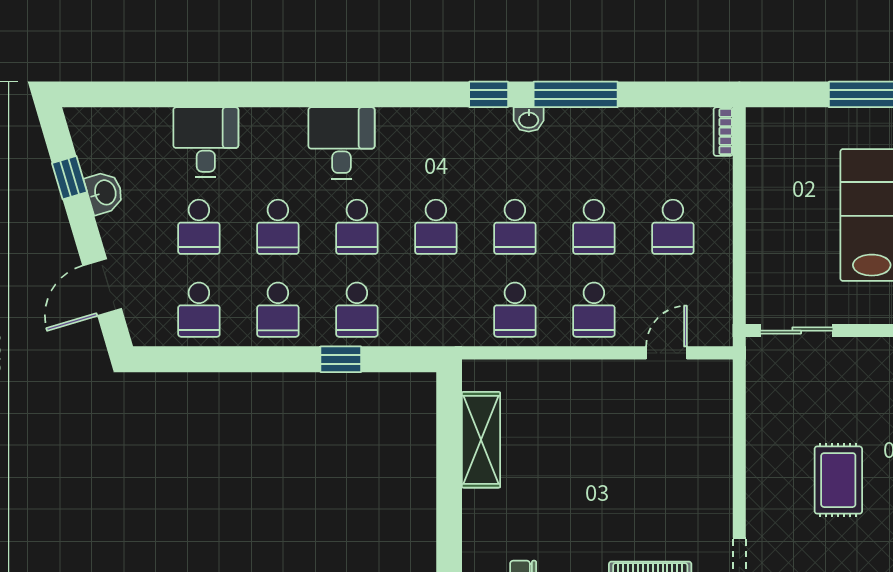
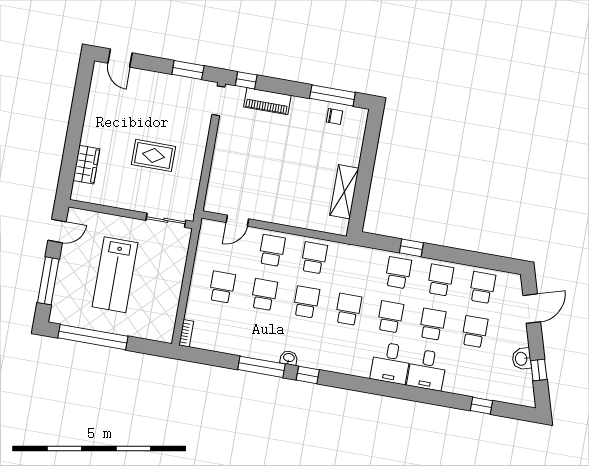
window: (163, 94) -> (481, 406), added
desk: (206, 142) -> (427, 370), moved
rug: (838, 480) -> (153, 155), moved, turned 90

